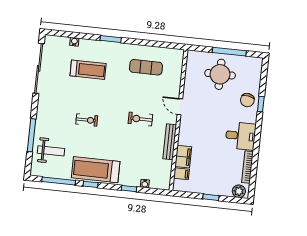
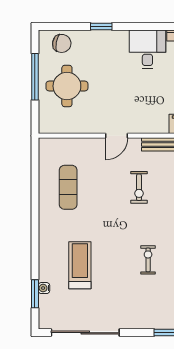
window: (111, 39) -> (35, 294), moved
chair: (247, 100) -> (62, 43), moved

